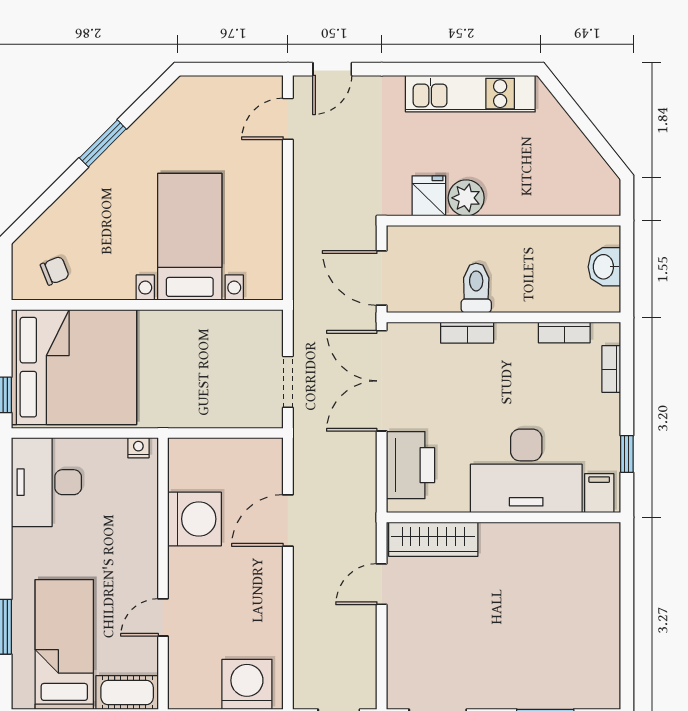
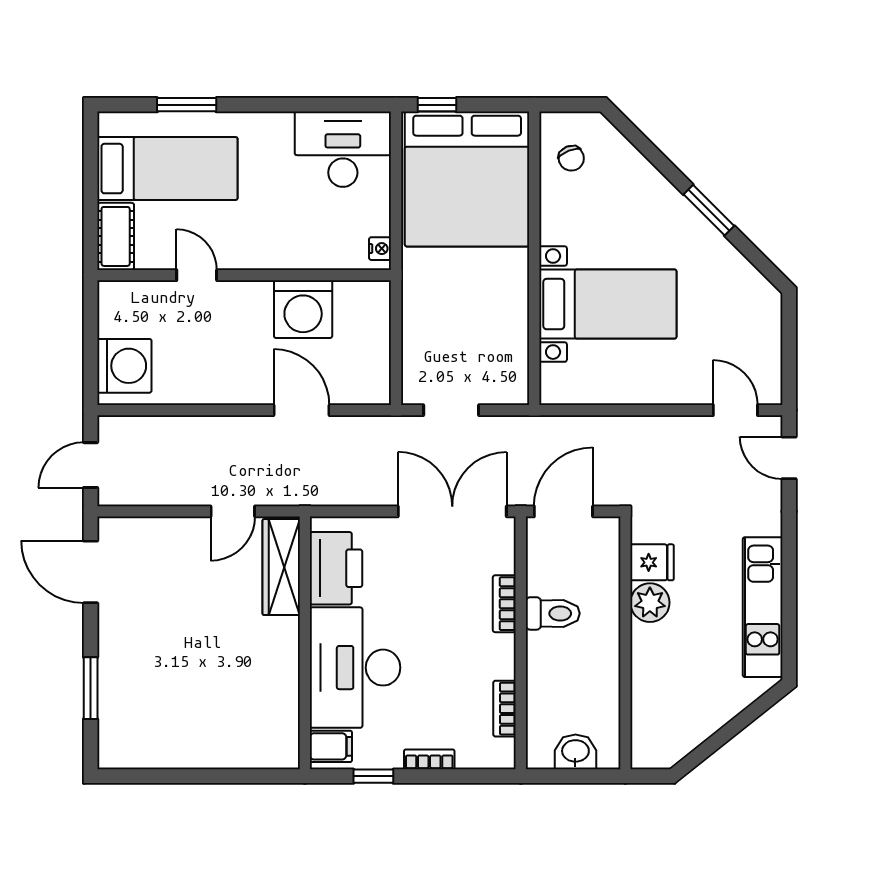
bookcase: (611, 369) -> (429, 759), moved
printer: (410, 465) -> (336, 568), moved, turned -90
door: (382, 584) -> (233, 511), swing flipped

